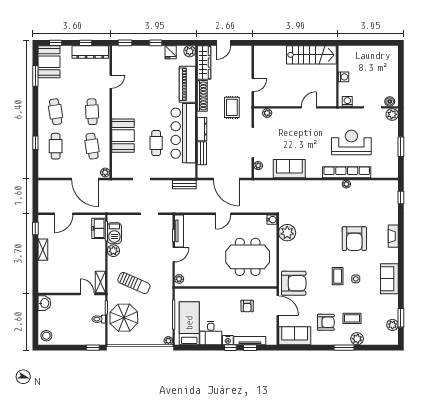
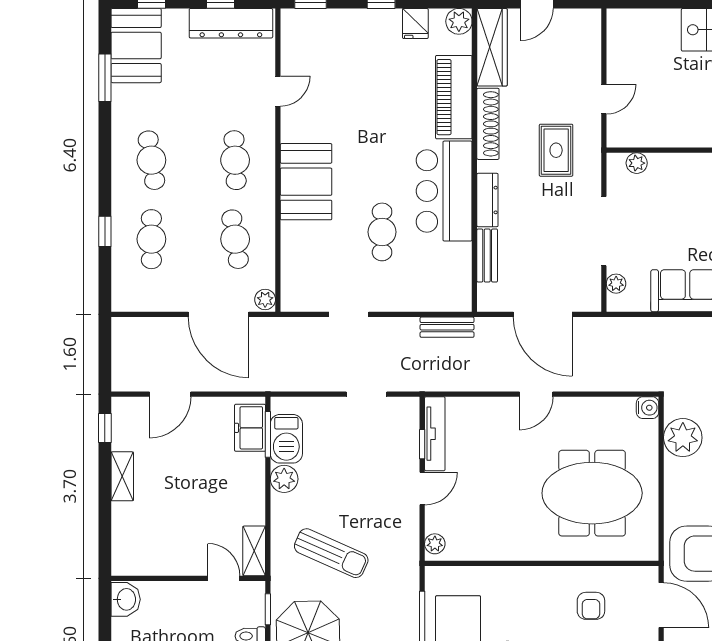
bar counter: (183, 133) -> (444, 191), width x0.73
booth: (123, 136) -> (306, 182), moved

